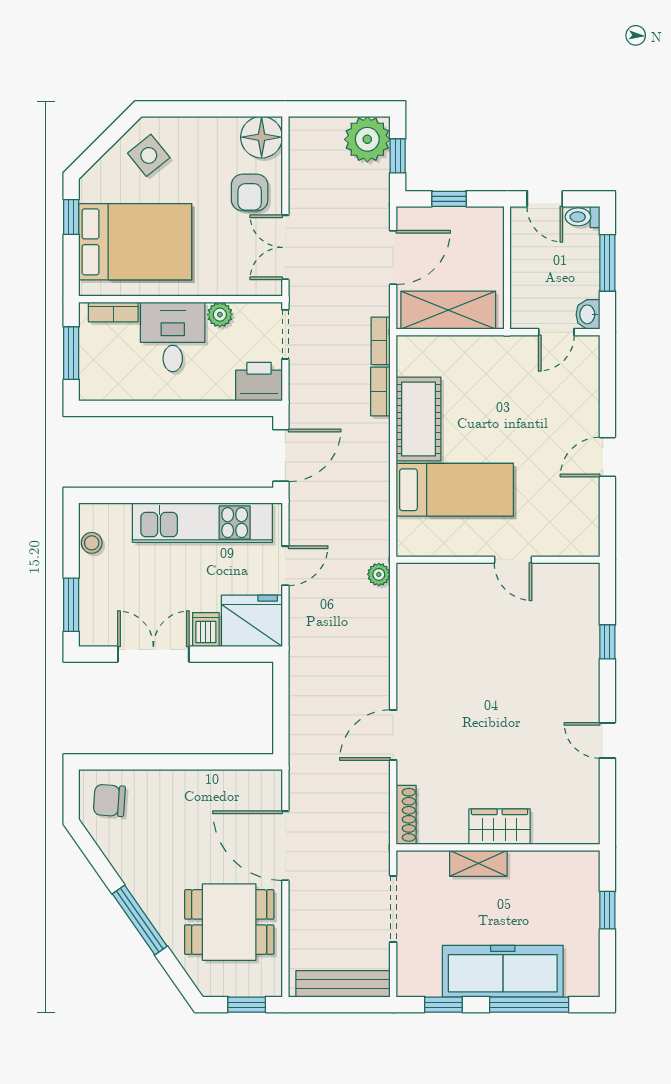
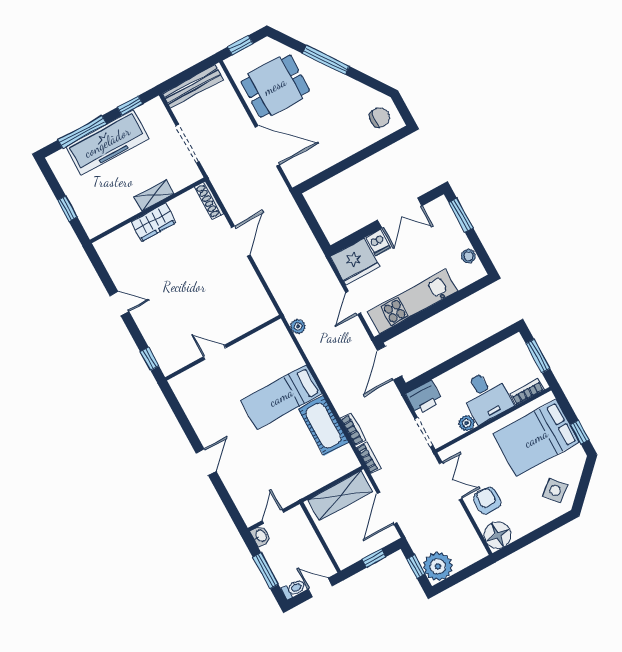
wall: (498, 560) -> (223, 348), moved
door: (513, 560) -> (215, 352), moved

